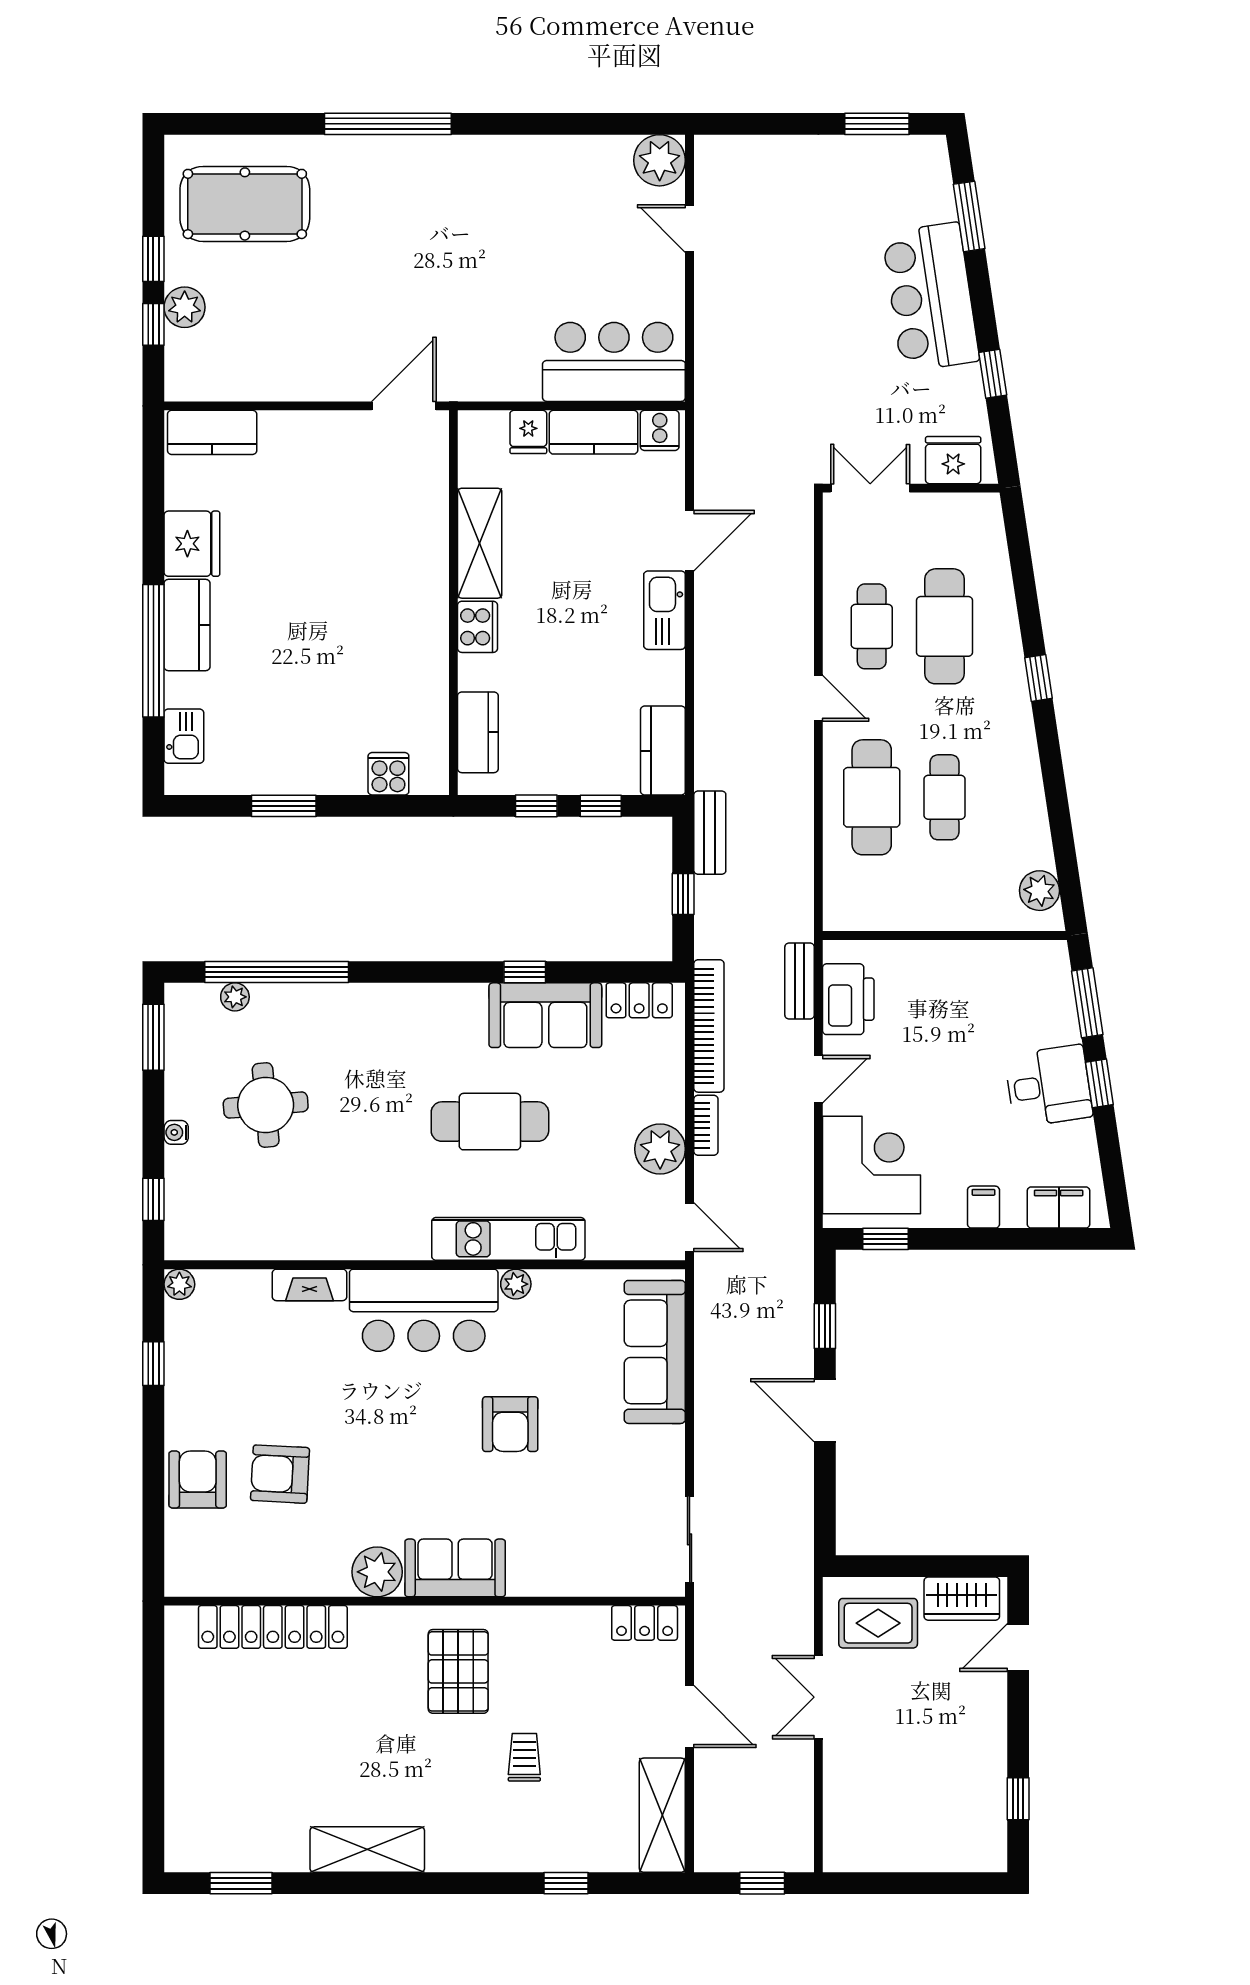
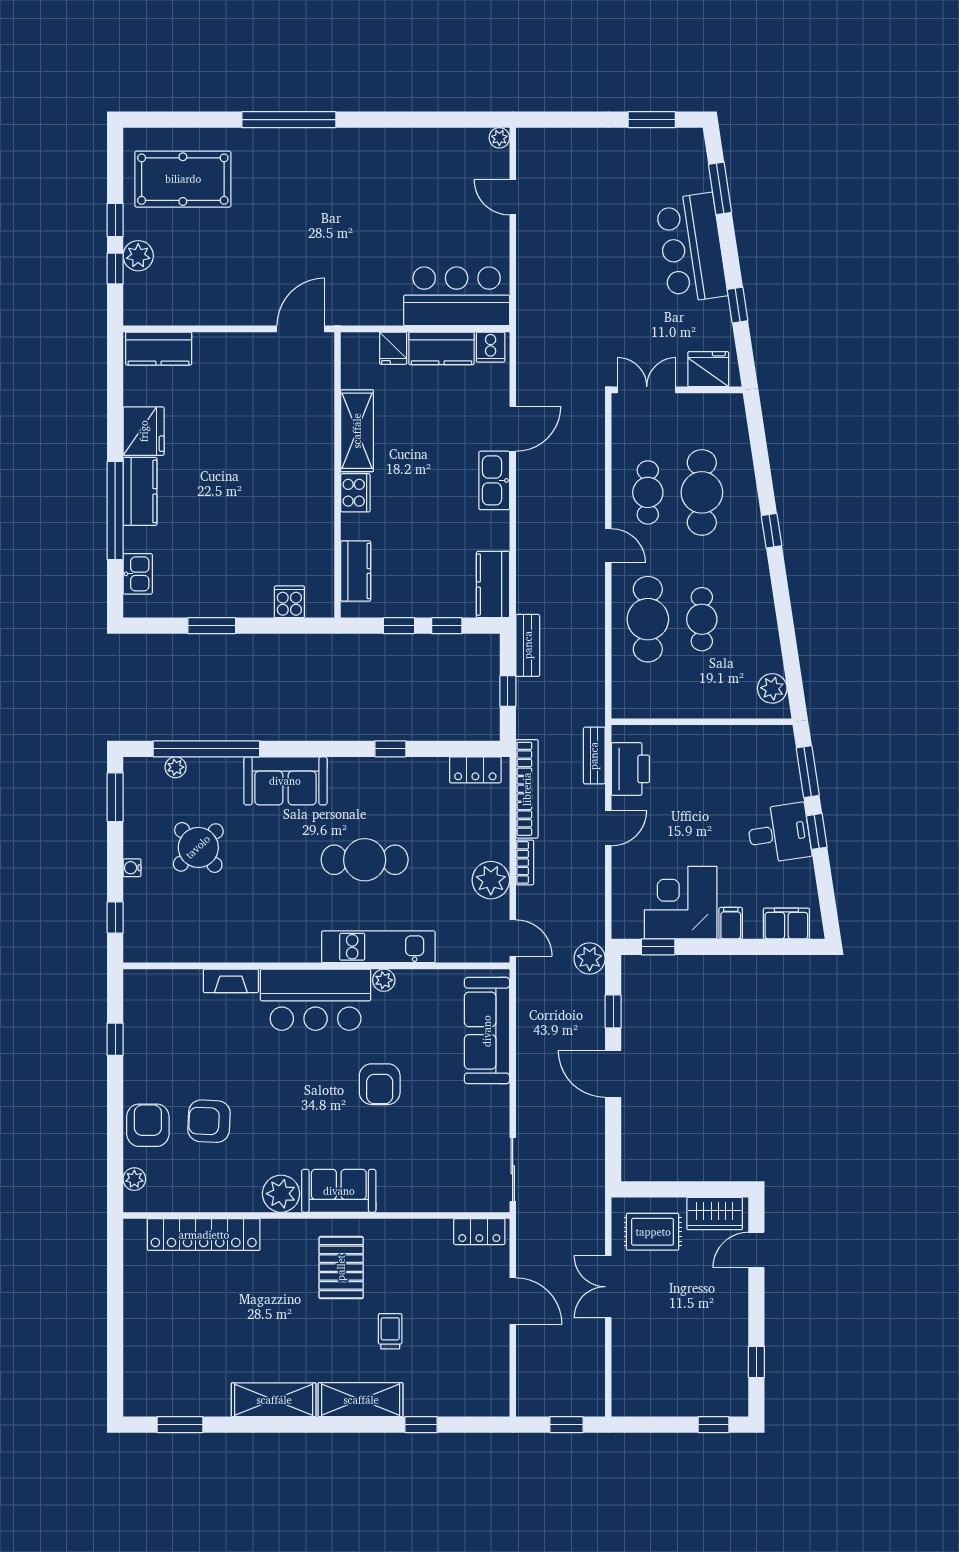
plant: (660, 160) -> (499, 138), width x0.53, depth x0.53
sofa: (545, 1015) -> (285, 781), moved
round table: (266, 1105) -> (198, 847), turned -38
corner desk: (872, 1165) -> (681, 903), moved, turned -90
plant: (793, 1255) -> (590, 958), added
plant: (179, 1284) -> (134, 1179), moved
shelving: (662, 1815) -> (361, 1400), moved, turned 90
window: (960, 1883) -> (714, 1425), added

